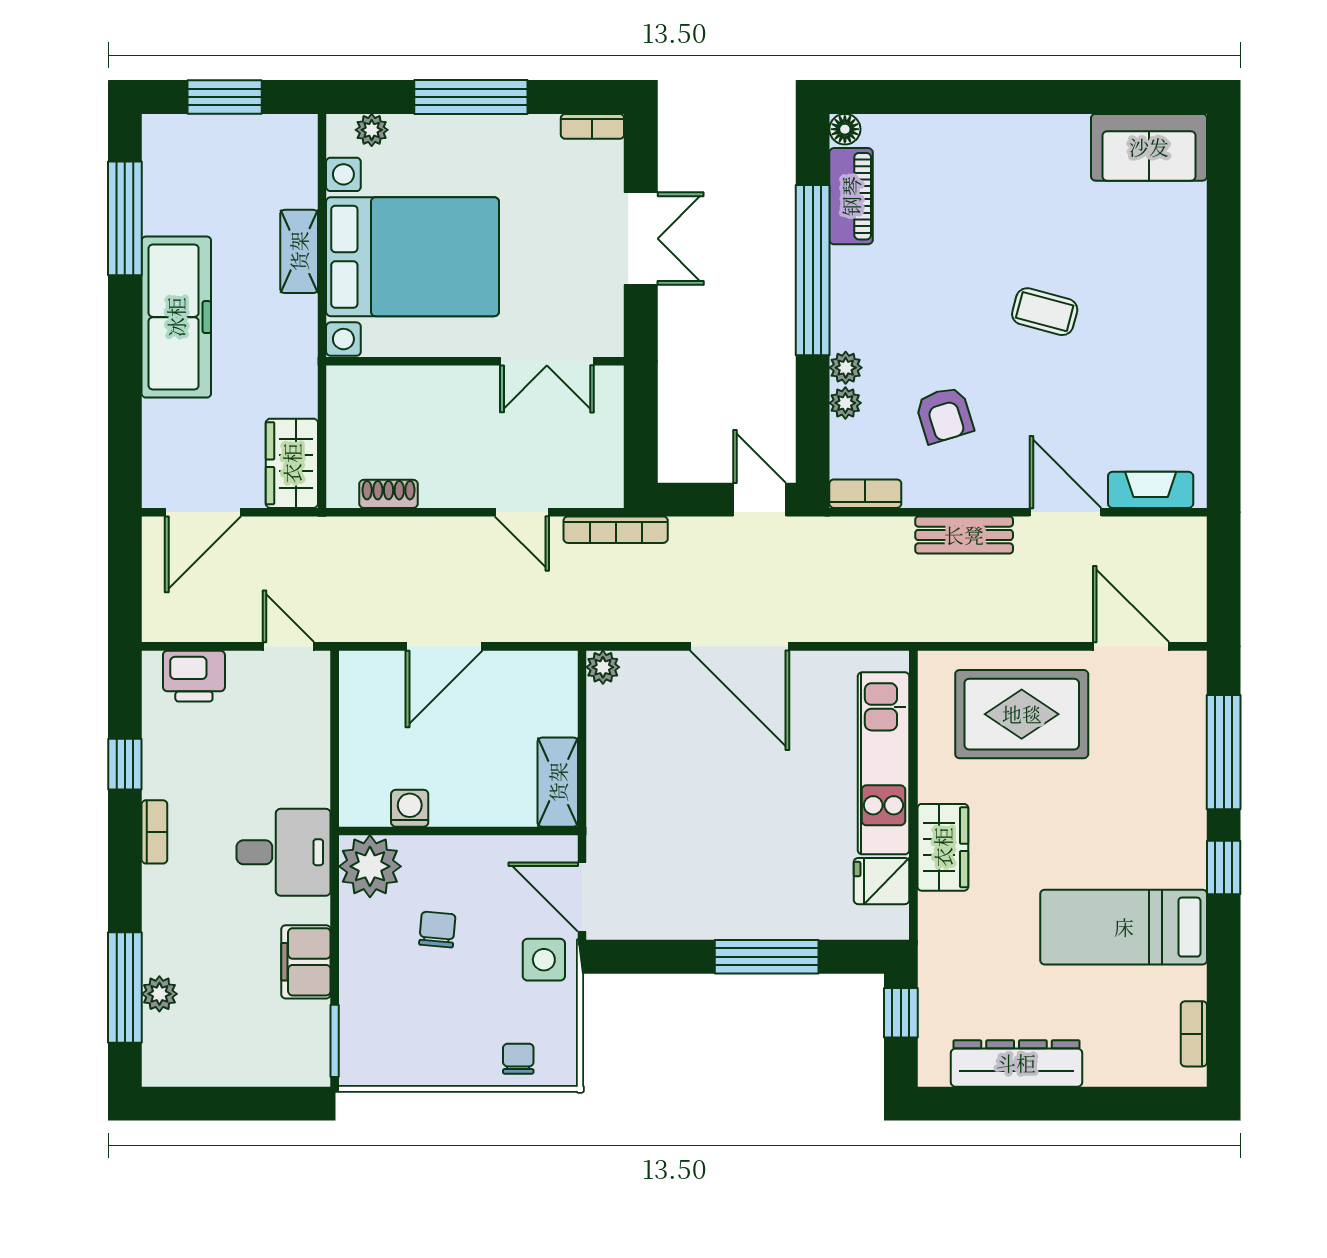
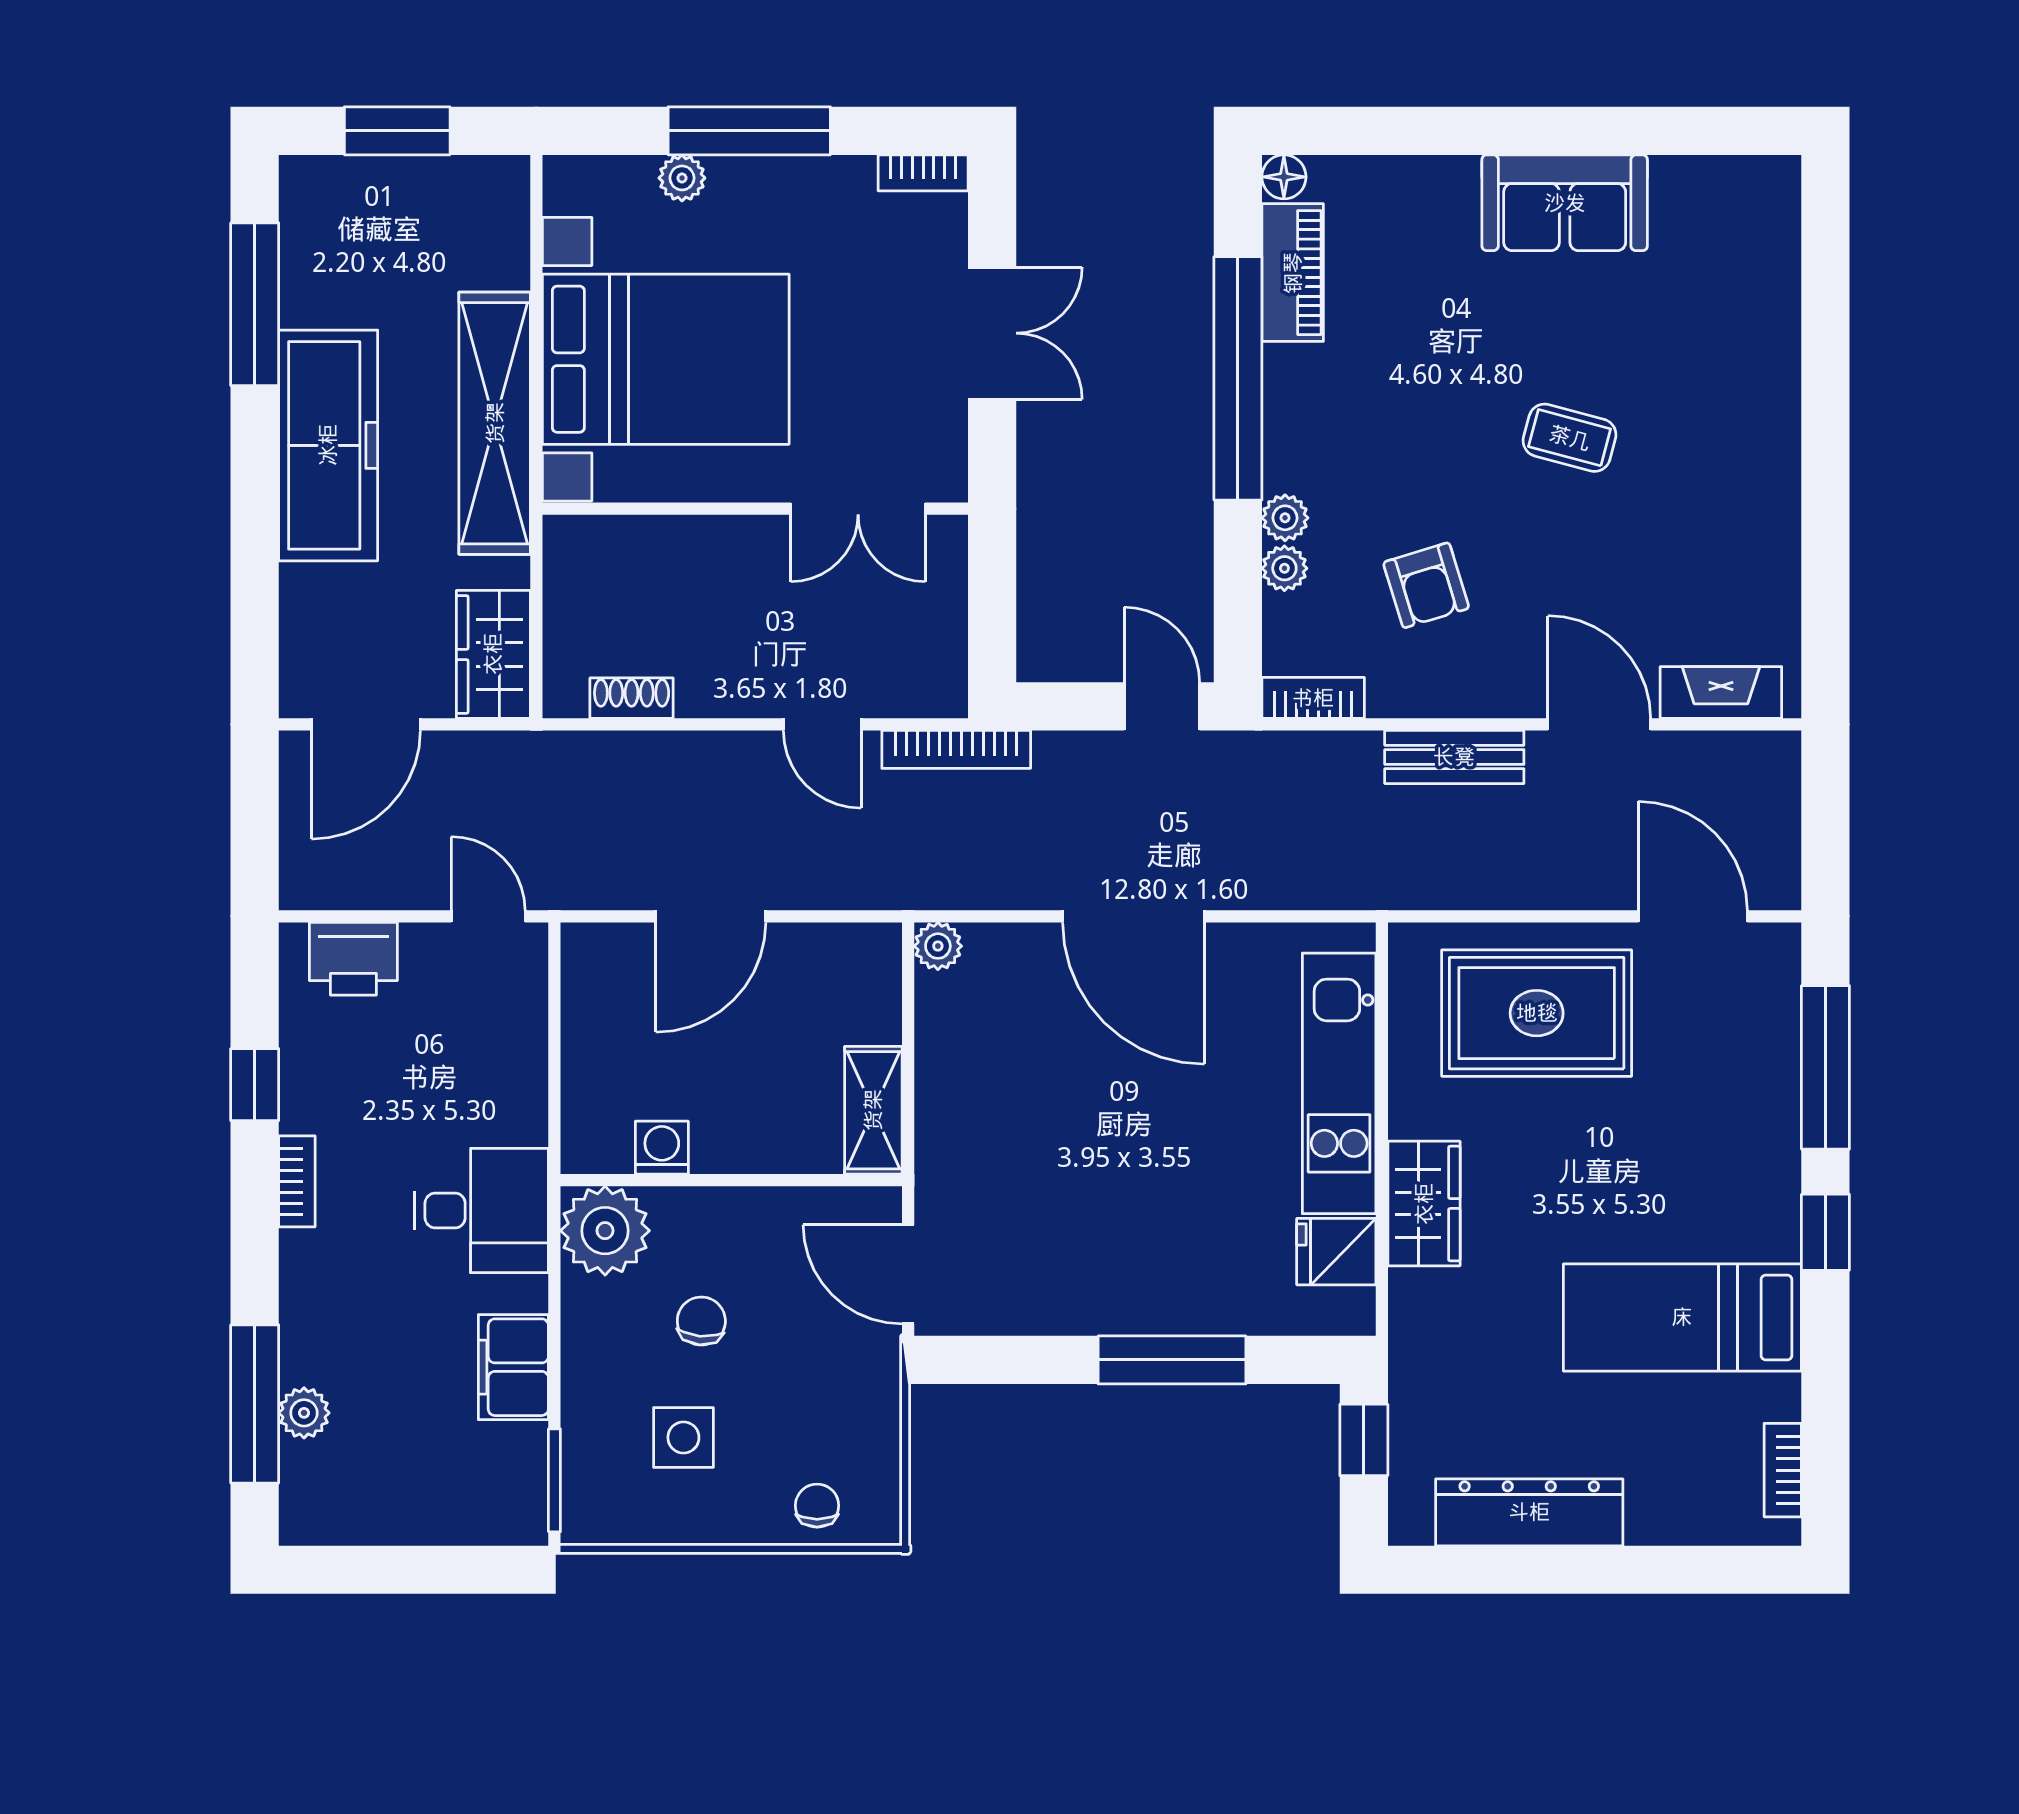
plant: (372, 130) -> (682, 178), moved
sofa: (1149, 147) -> (1565, 203), moved
shelving: (299, 251) -> (495, 423), width x2.20, depth x1.33
side table: (544, 960) -> (683, 1437), moved

